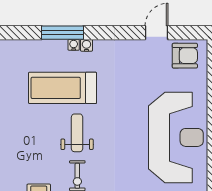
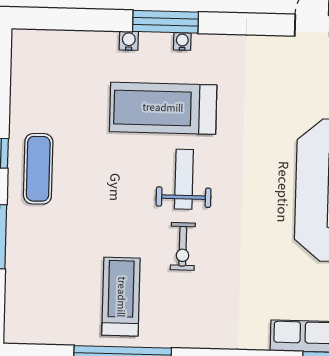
water cooler: (86, 45) -> (129, 41), moved

